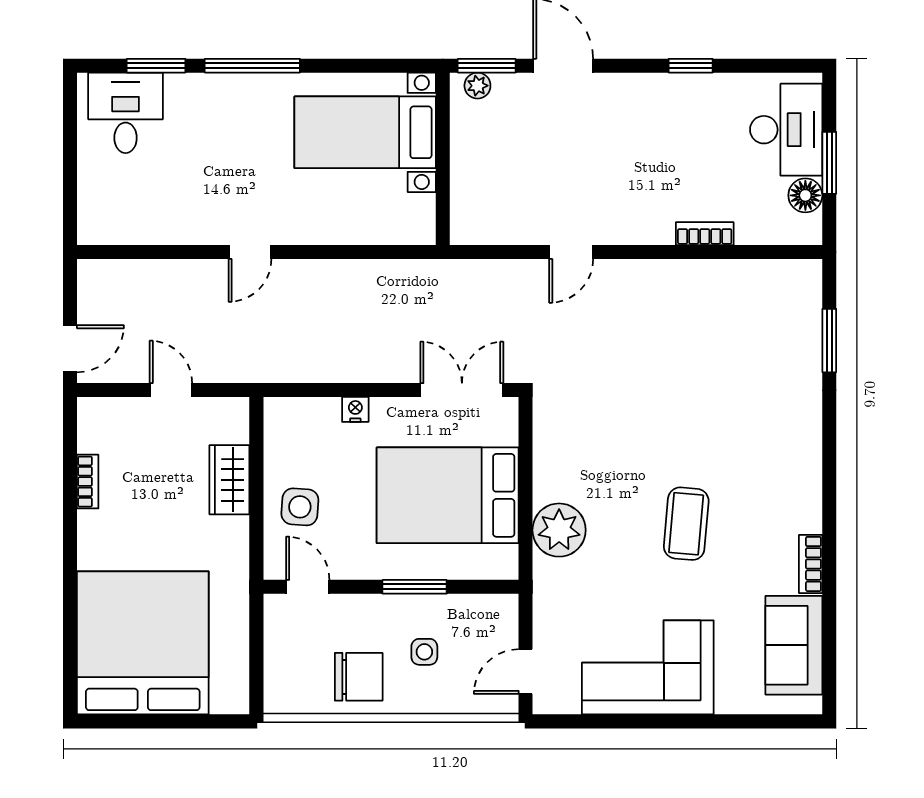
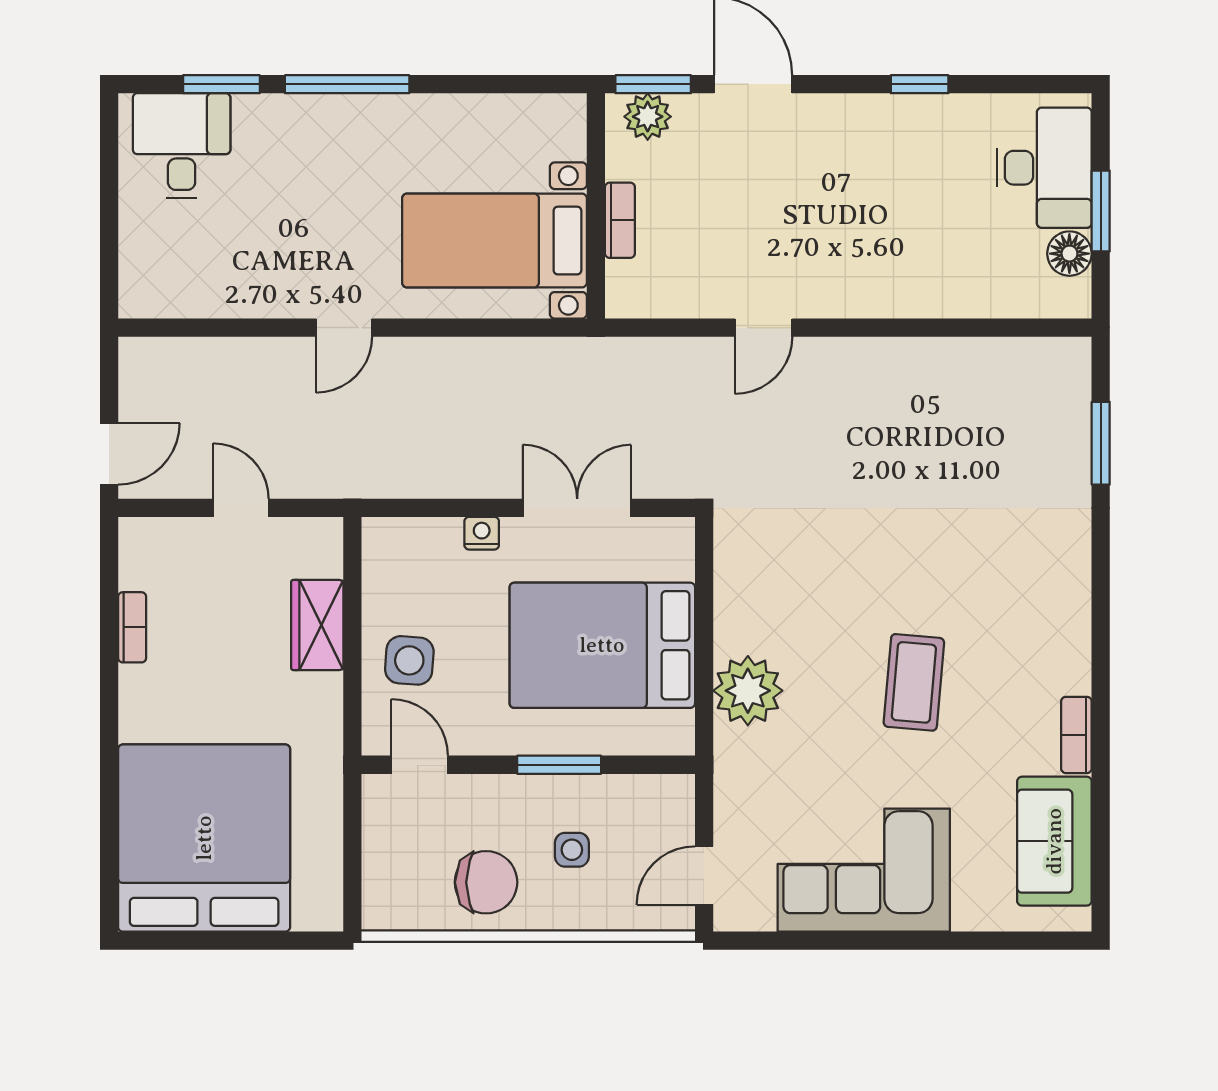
plant: (477, 86) -> (648, 117), width x1.38, depth x1.38
bed with nightstands: (365, 132) -> (494, 241), moved
bookcase: (705, 234) -> (620, 220), moved, turned 90
double door: (462, 390) -> (577, 508), moved

